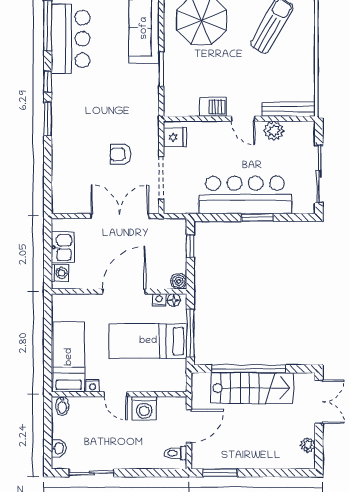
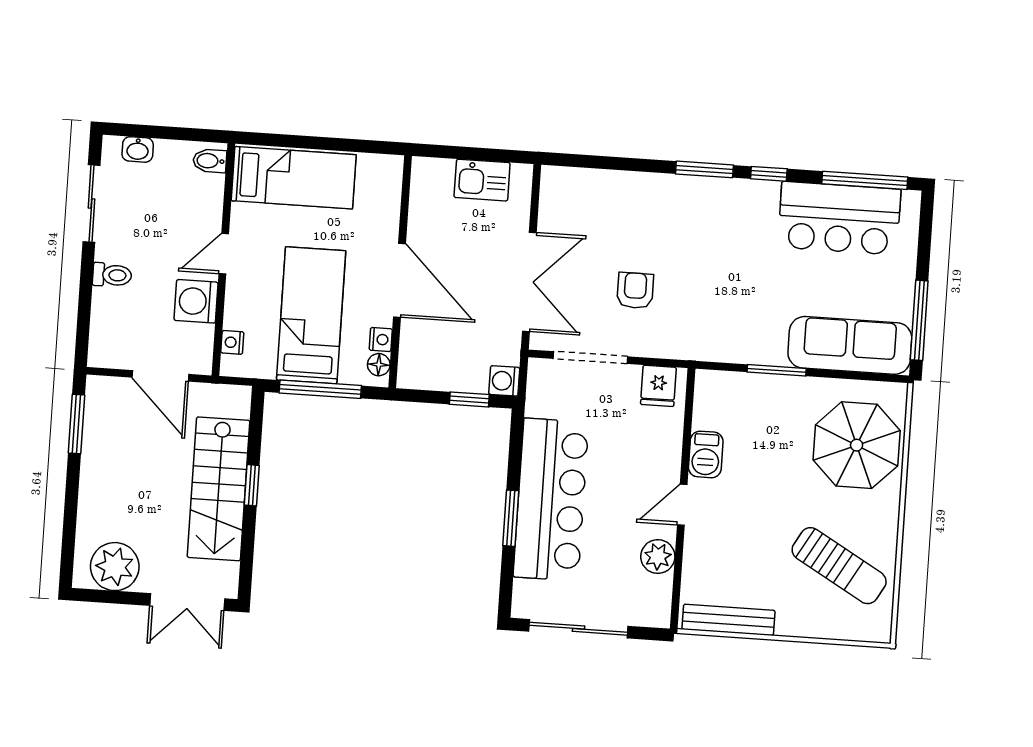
bench: (289, 109) -> (728, 620), moved, turned 90
washing machine: (60, 273) -> (504, 381), moved, turned 90
boiler: (179, 281) -> (410, 376), removed
window: (249, 369) -> (252, 485), width x0.32
nightstand: (93, 386) -> (232, 342), moved
plant: (308, 445) -> (115, 567), width x1.87, depth x1.87
toilet: (176, 453) -> (112, 275), moved, turned 90

